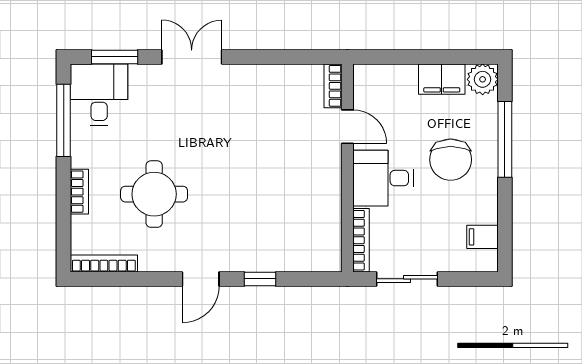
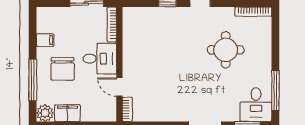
chair: (451, 160) -> (63, 69), turned 180
bookcase: (79, 192) -> (267, 51), removed
filing cabinet: (482, 237) -> (45, 40), moved

